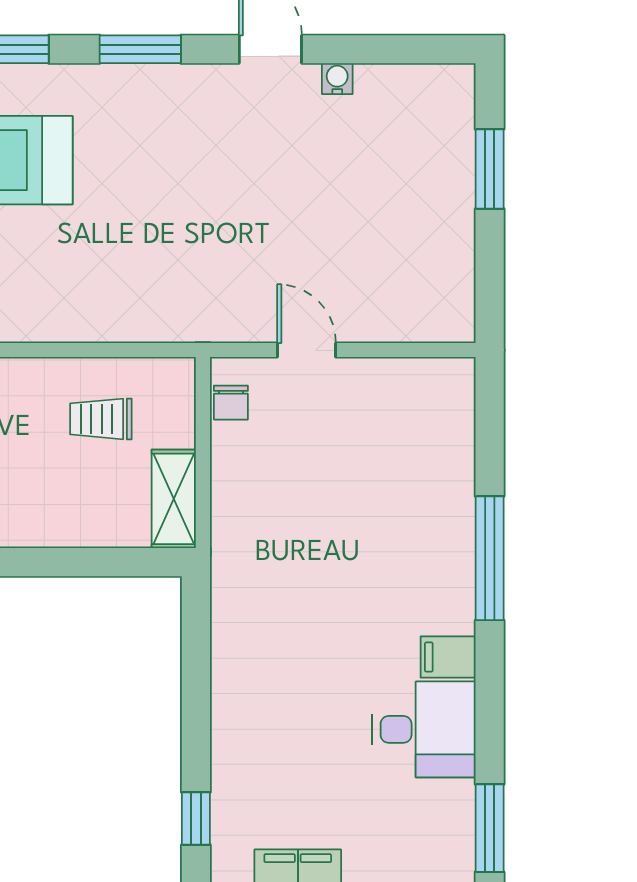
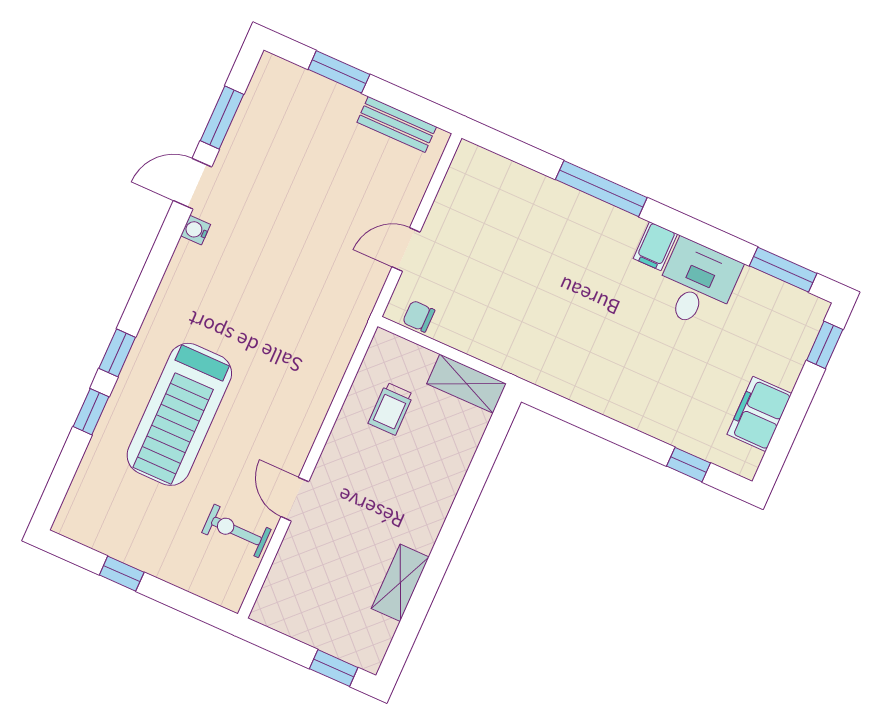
window: (140, 49) -> (222, 117), moved
water cooler: (337, 79) -> (196, 230), moved
bench: (456, 269) -> (397, 124), added
chair: (231, 403) -> (419, 316), turned 180

